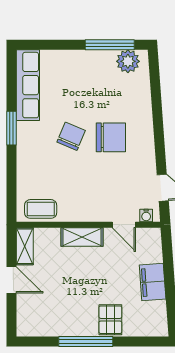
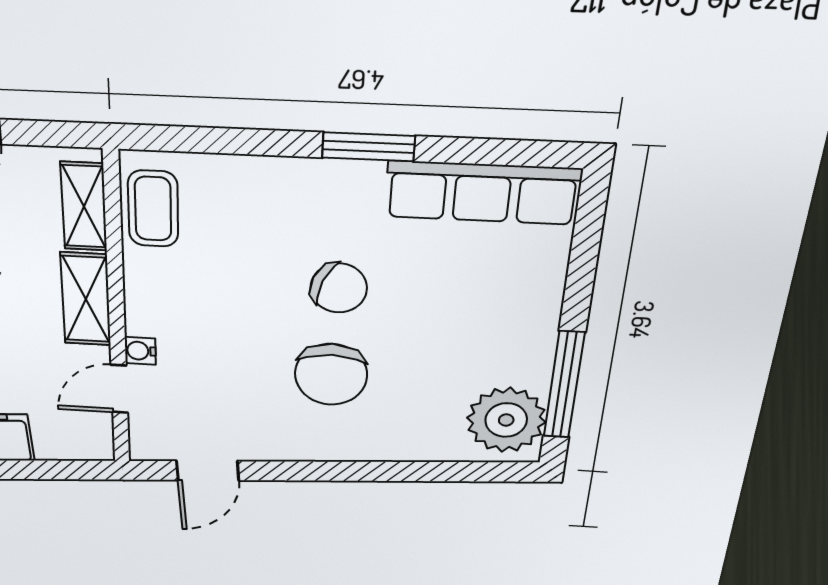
plant: (128, 61) -> (506, 420), width x1.36, depth x1.36
water cooler: (146, 215) -> (140, 351), moved
shelving: (25, 246) -> (84, 207), moved, turned 90

